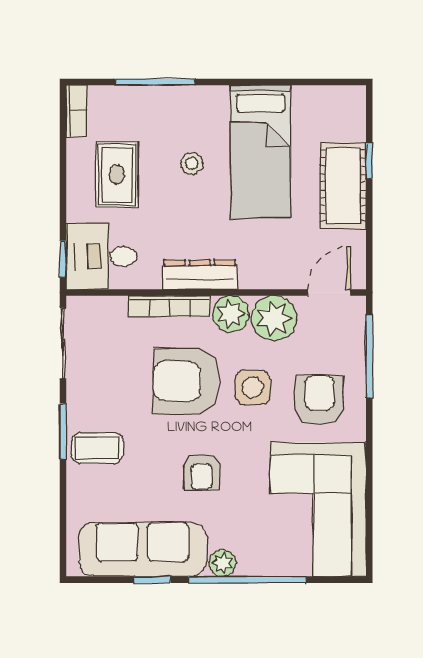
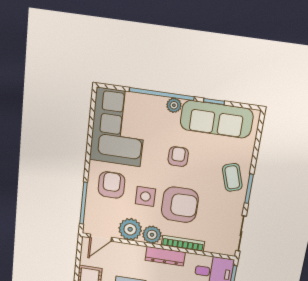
armchair: (319, 400) -> (111, 185), turned 180
coffee table: (97, 448) -> (232, 177), turned 72

